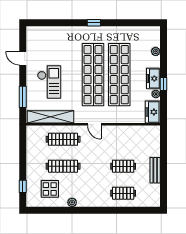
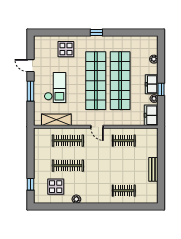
display table: (61, 41) -> (66, 49), added
window: (23, 97) -> (31, 91), moved
shelving: (51, 117) -> (56, 120), width x0.68
clothes rail: (123, 166) -> (124, 141), moved

